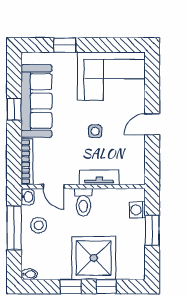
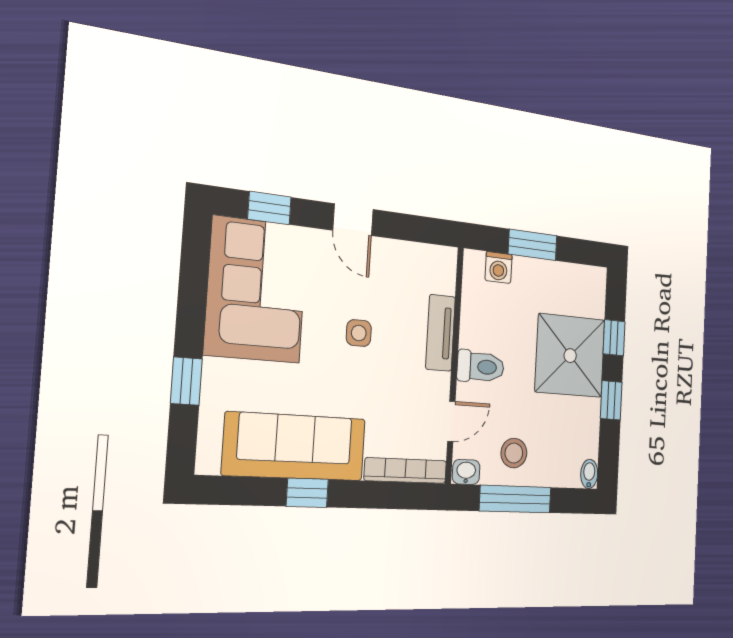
window: (152, 80) -> (270, 208), added

